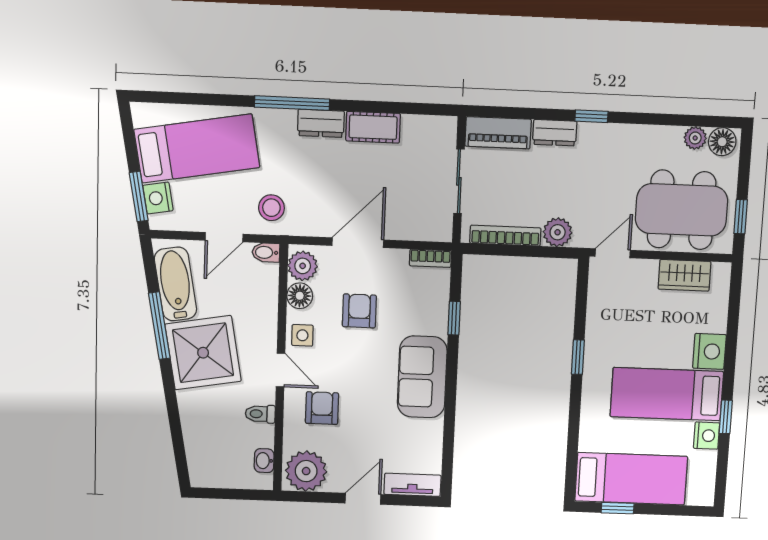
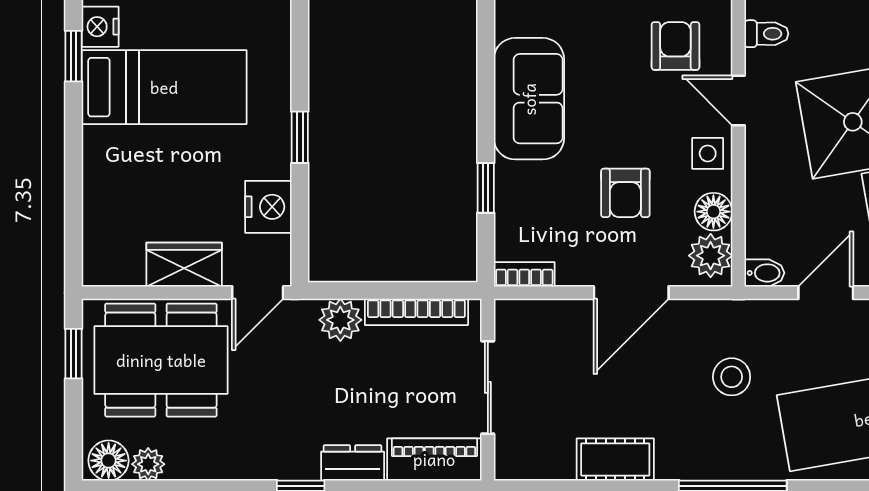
dresser: (321, 123) -> (690, 462), removed
stool: (271, 208) -> (732, 377), moved
wardrobe: (684, 275) -> (184, 265), moved
nightstand: (709, 351) -> (268, 207), moved, turned 180
armchair: (322, 408) -> (675, 46), turned 180

